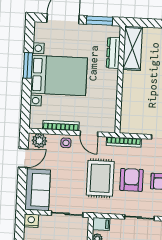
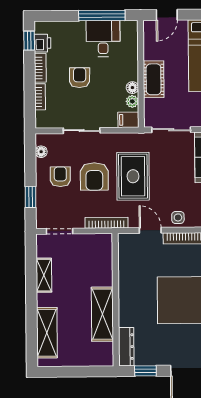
window: (99, 21) -> (145, 371), width x0.67
shelving: (133, 48) -> (102, 314), moved
dresser: (113, 53) -> (126, 347), moved

